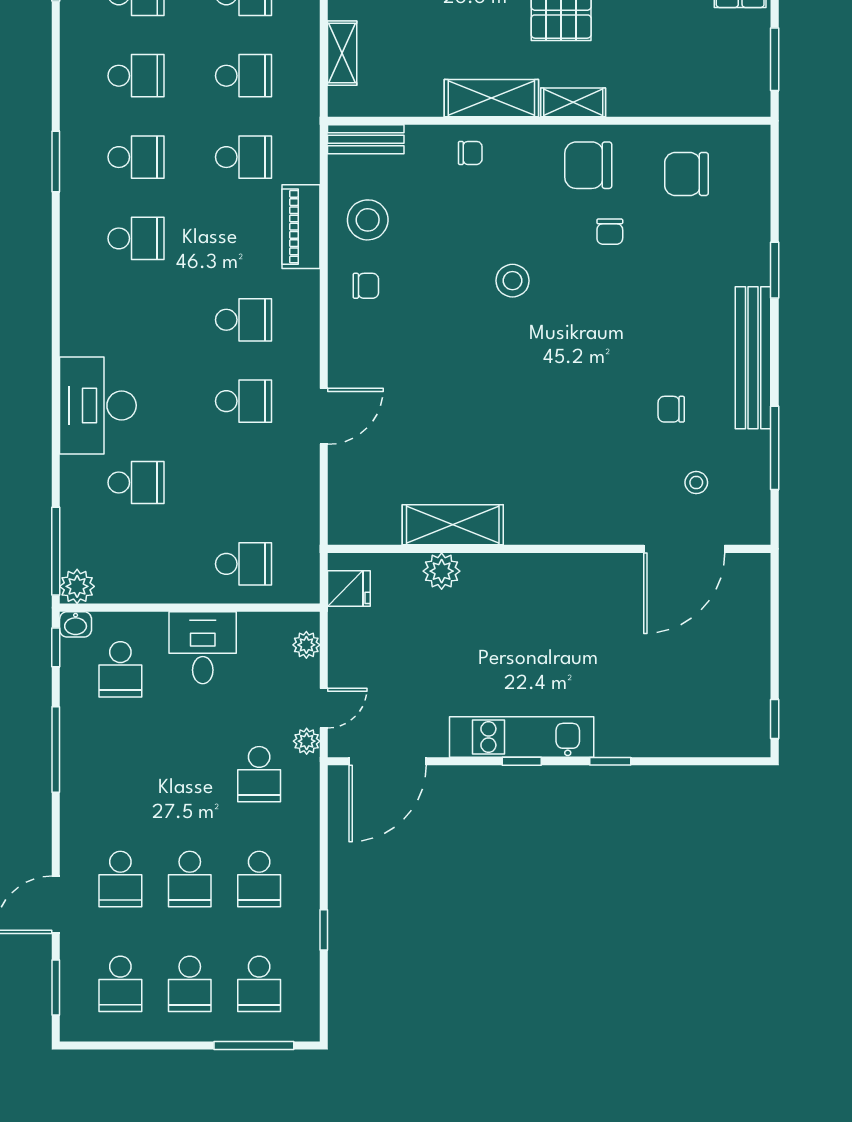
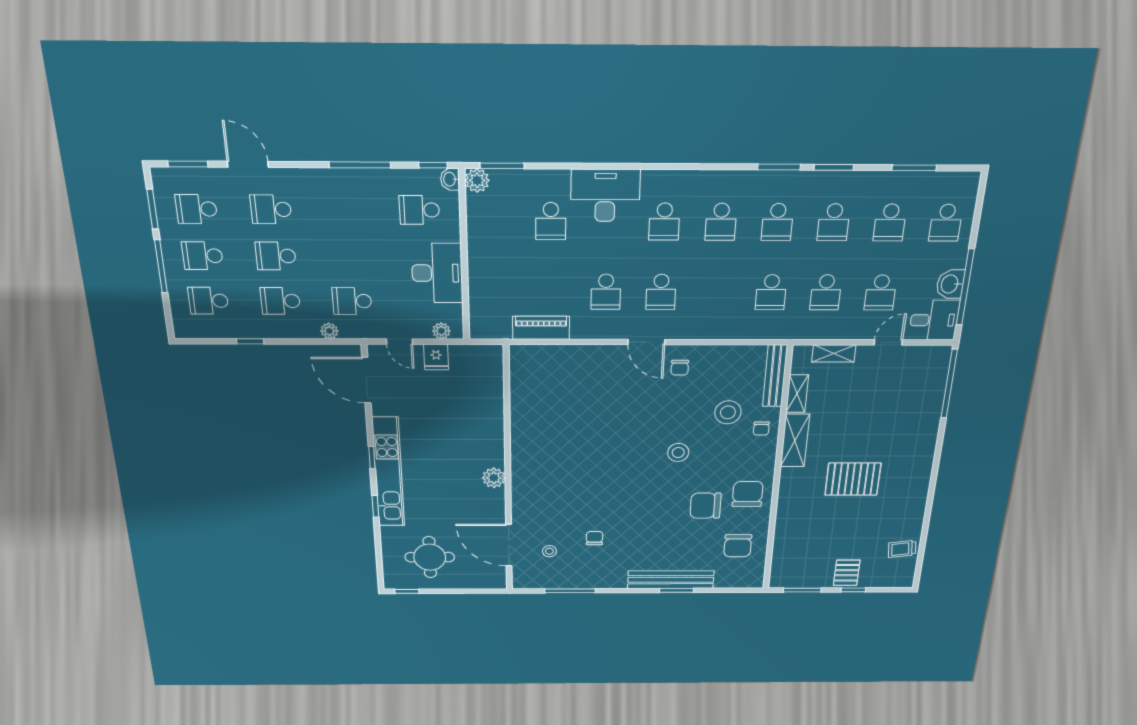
window: (56, 84) -> (834, 167), added
shelving: (573, 102) -> (797, 394), moved
bench: (366, 139) -> (775, 376), width x1.36
chair: (686, 174) -> (738, 546), turned 180
stool: (368, 220) -> (728, 412), moved
piano: (301, 227) -> (541, 328), moved
chair: (610, 232) -> (705, 506), width x1.87, depth x1.87
bench: (753, 358) -> (671, 580), moved
door: (324, 416) -> (646, 342), moved
shelving: (453, 525) -> (523, 419), removed
window: (56, 551) -> (502, 166), width x0.69
school desk: (244, 564) -> (664, 222), moved
plant: (442, 571) -> (494, 478), moved
fridge: (349, 589) -> (436, 357), moved
desk: (203, 648) -> (437, 273), width x1.37
round table: (707, 678) -> (430, 557), added
kitchen unit: (522, 737) -> (388, 472), width x1.36
plant: (307, 741) -> (329, 331), moved
window: (121, 1045) -> (153, 209), added
window: (254, 1045) -> (161, 266), moved

